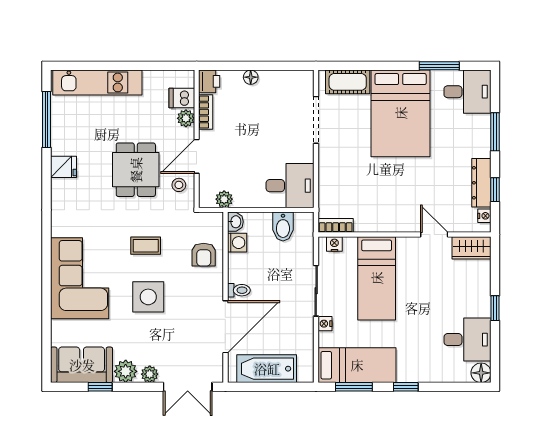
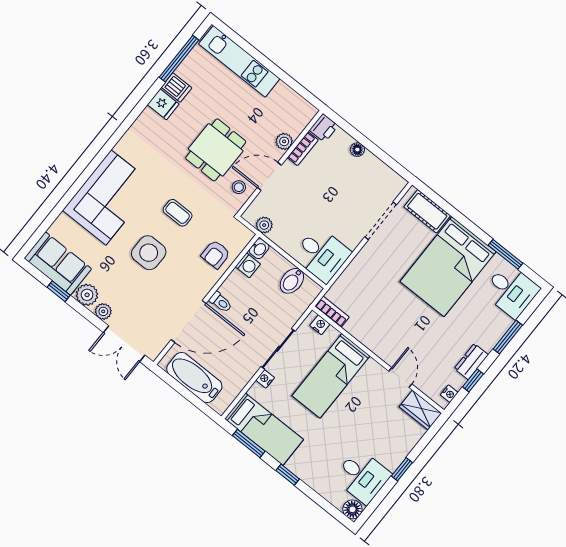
dishwasher: (182, 98) -> (177, 88), moved, turned 180
dresser: (481, 183) -> (471, 362), width x0.70

